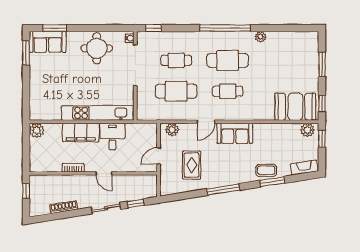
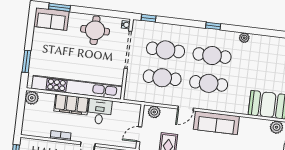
window: (225, 28) -> (213, 26), width x0.32
window: (26, 53) -> (26, 61), moved
cafe table: (176, 60) -> (166, 50), width x1.37, depth x1.35
cafe table: (228, 91) -> (209, 83), width x1.37, depth x1.35
kitchen unit: (98, 113) -> (77, 87), width x1.36
sofa: (235, 133) -> (216, 123), width x1.36

